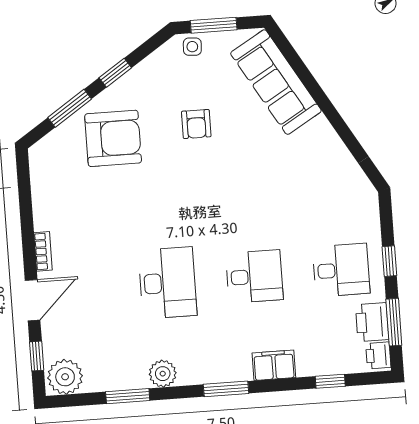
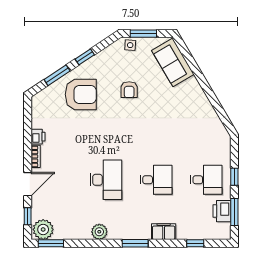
sofa: (276, 82) -> (173, 62), width x0.73
printer: (378, 355) -> (38, 137), moved, turned 180
window: (128, 396) -> (51, 243), moved

